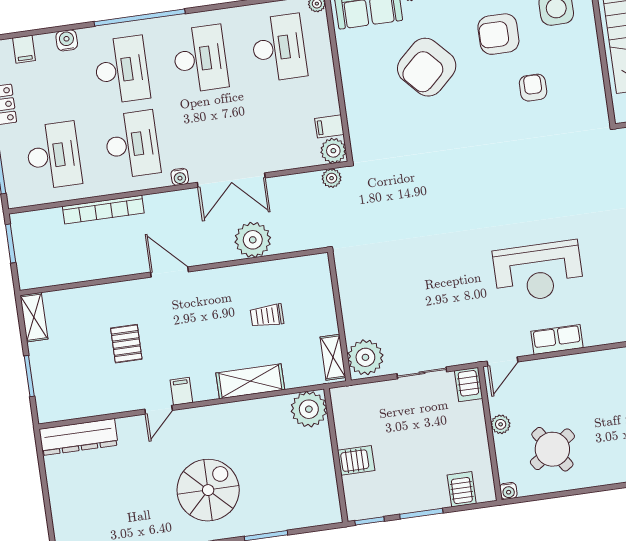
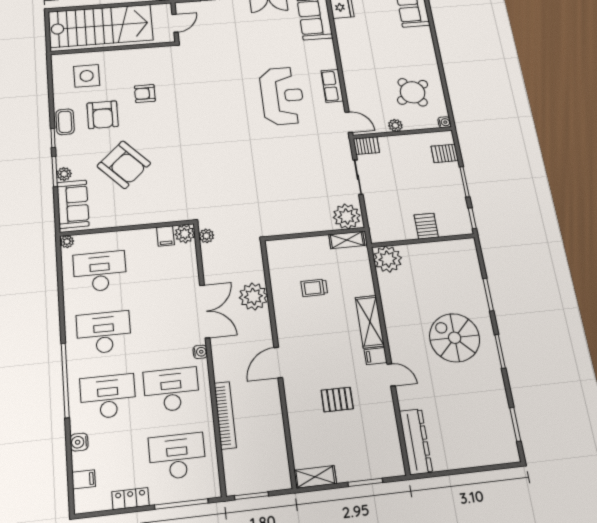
trolley: (267, 316) -> (314, 288), turned 90
shelving: (250, 381) -> (370, 322), moved

